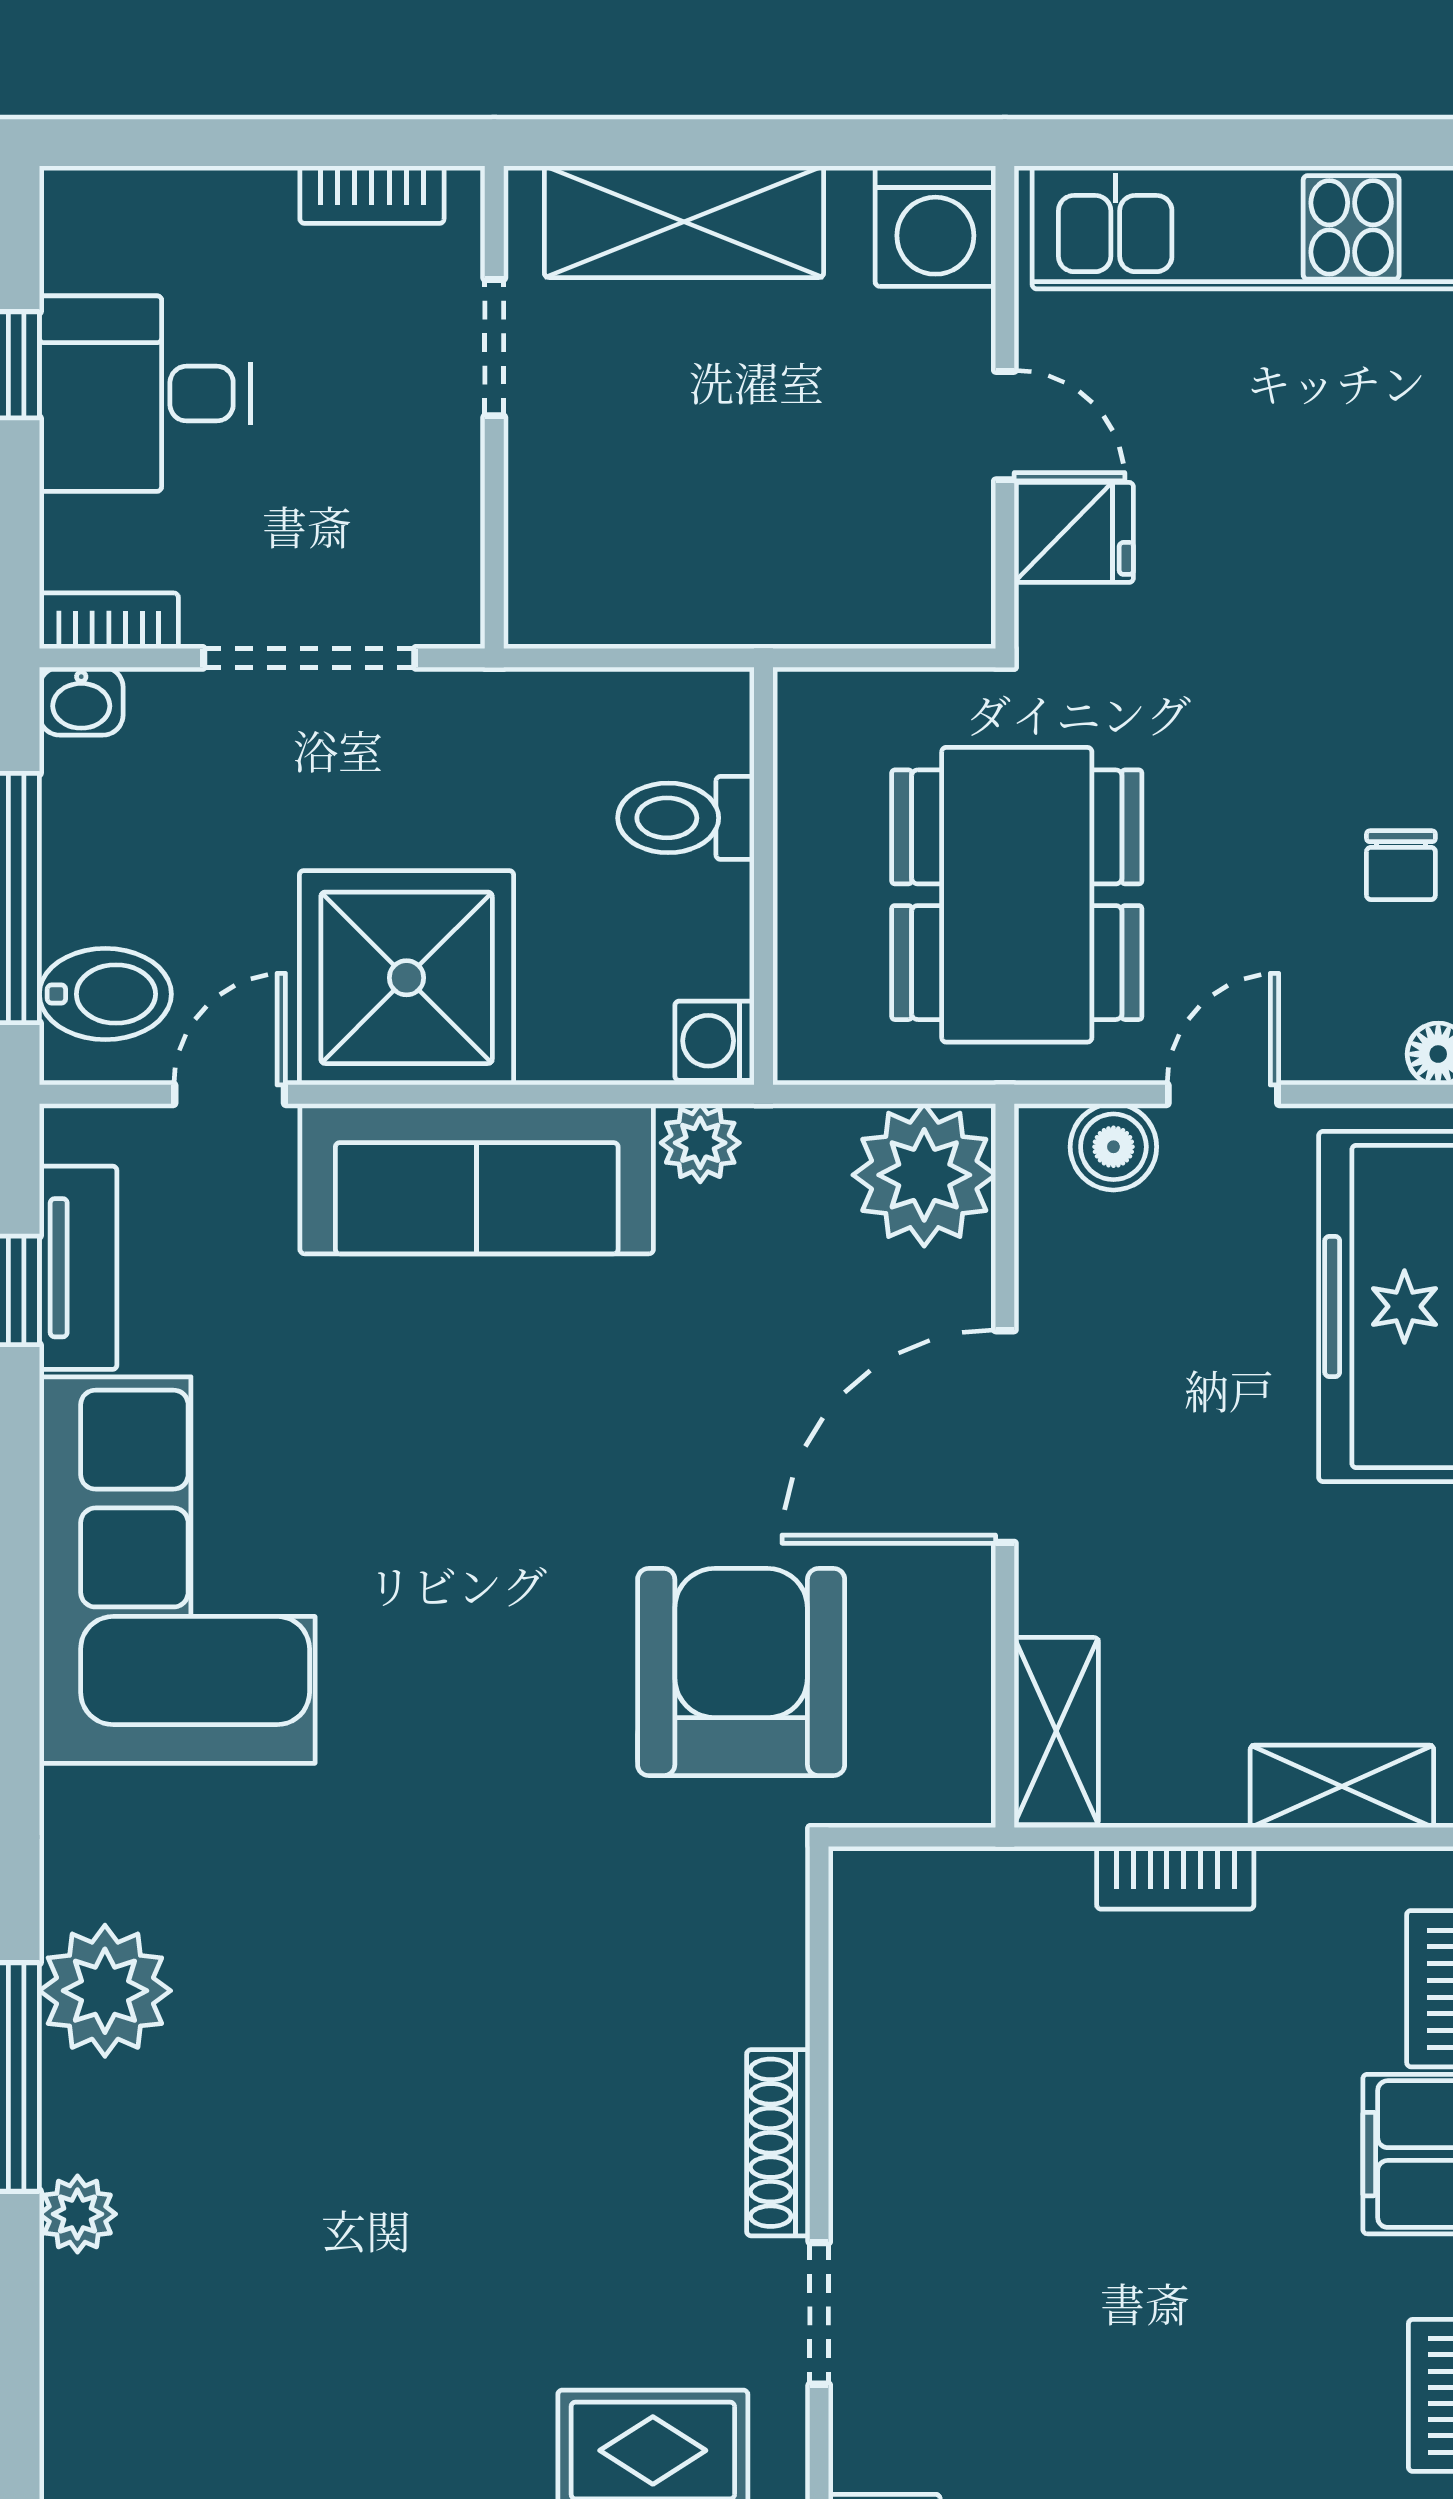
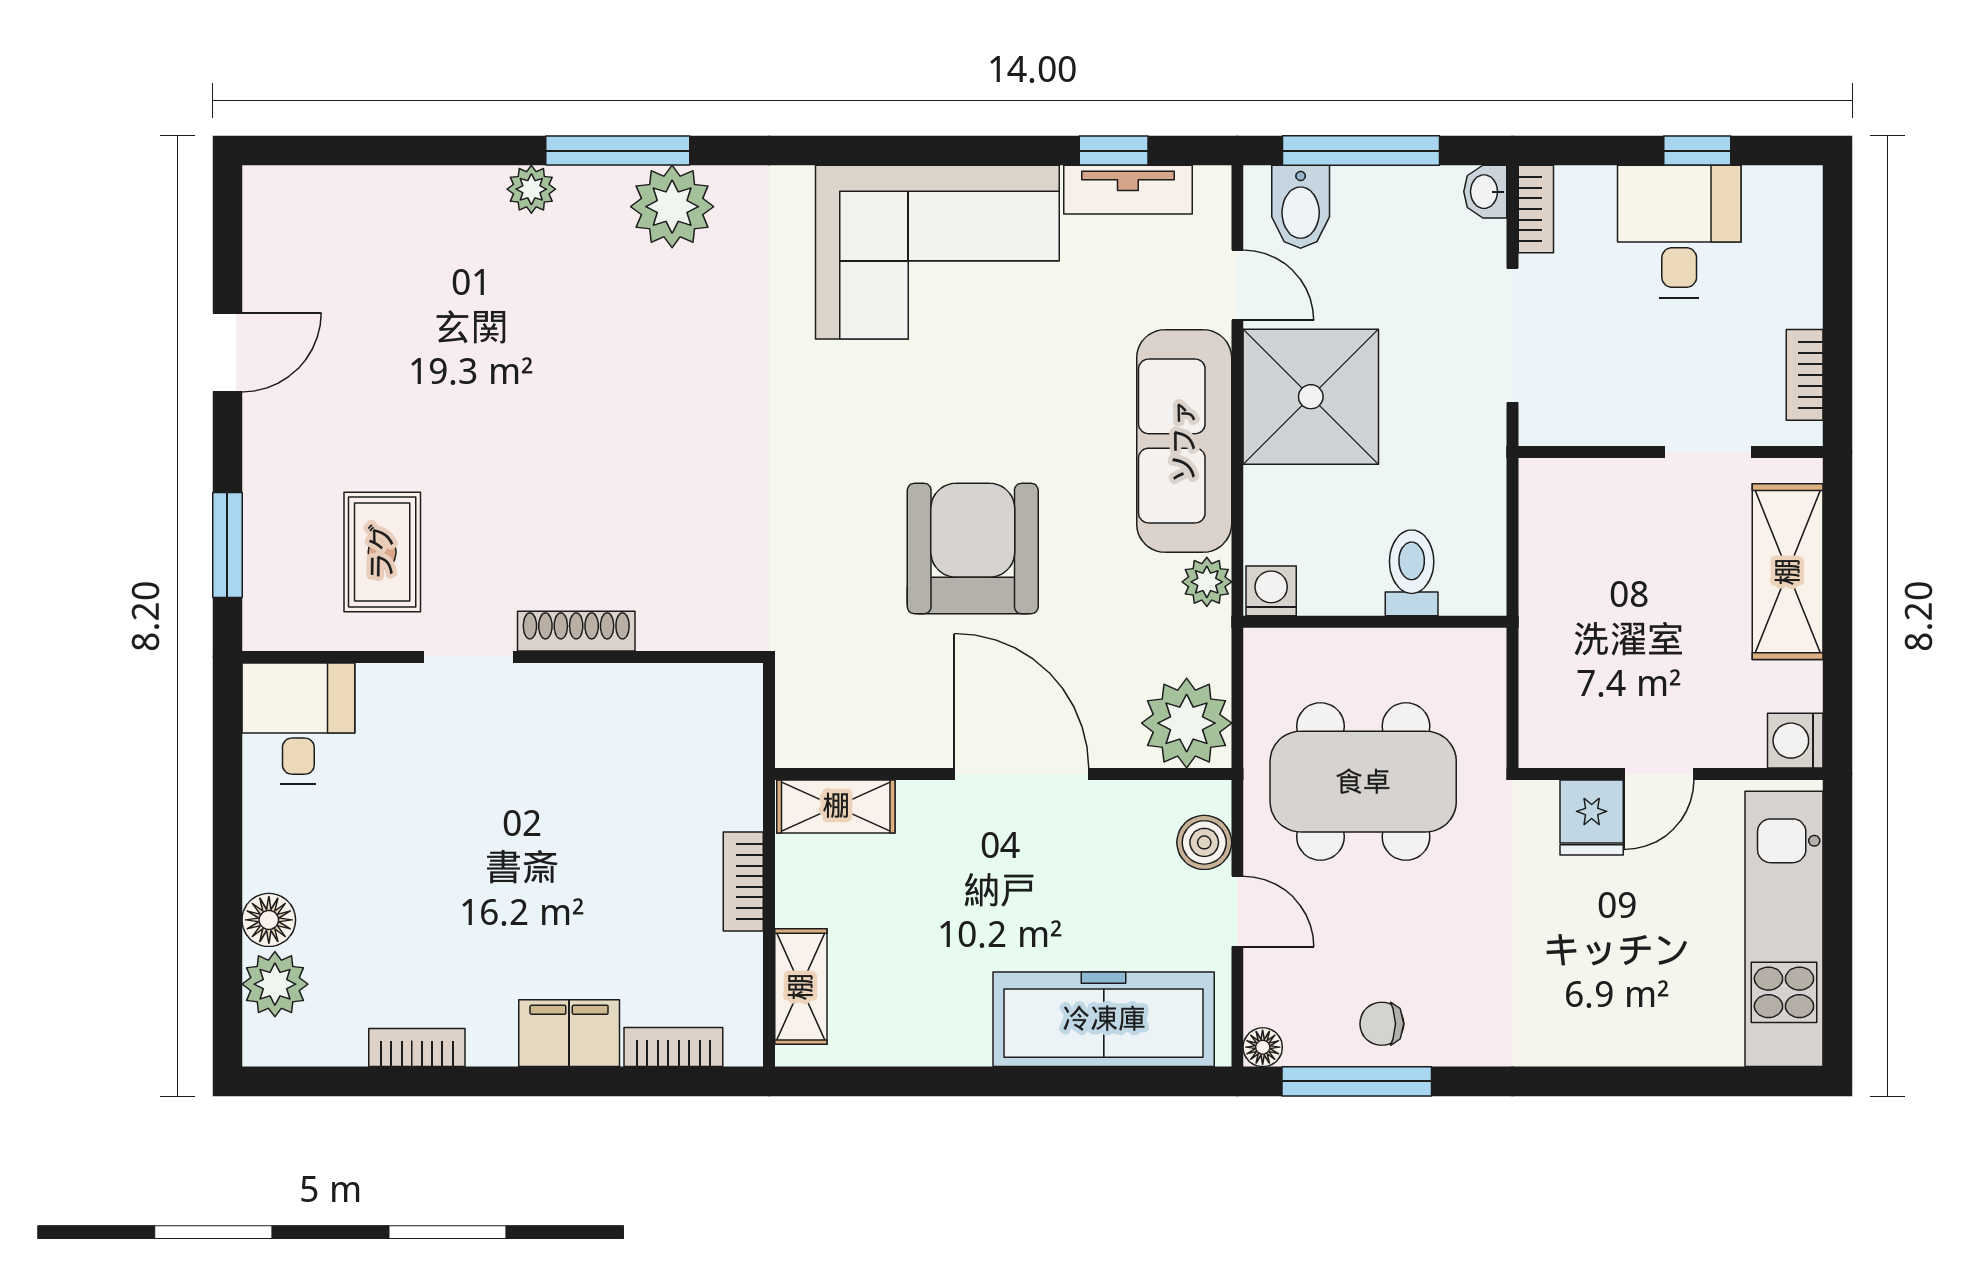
washing machine: (935, 226) -> (1795, 741), width x0.73, depth x0.73
armchair: (741, 1672) -> (973, 549), moved, turned -90

